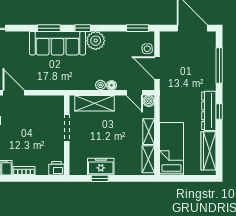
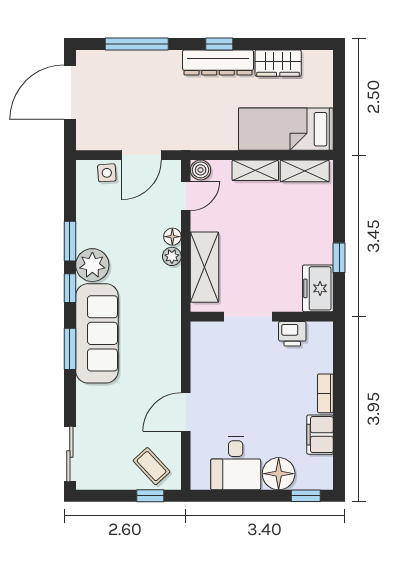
window: (137, 28) -> (70, 241), moved
wardrobe: (208, 151) -> (278, 63), width x0.67
freezer: (101, 167) -> (318, 288), moved
printer: (57, 168) -> (292, 334), moved, turned -90

